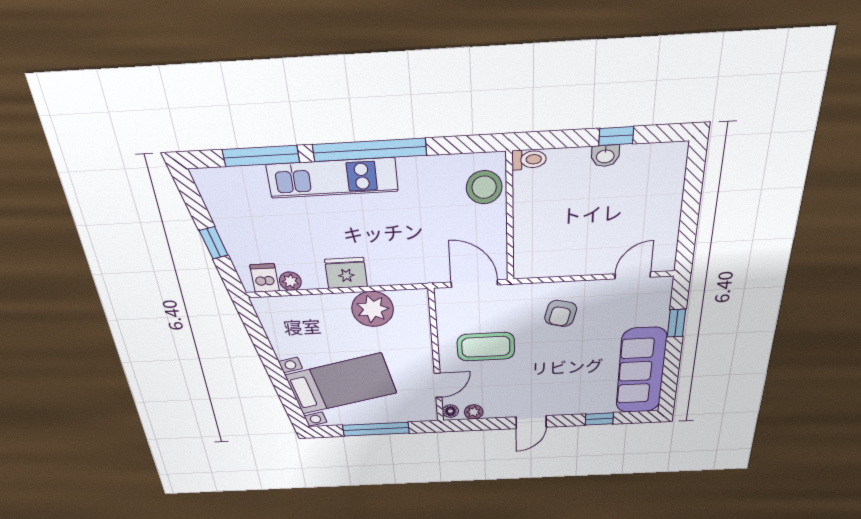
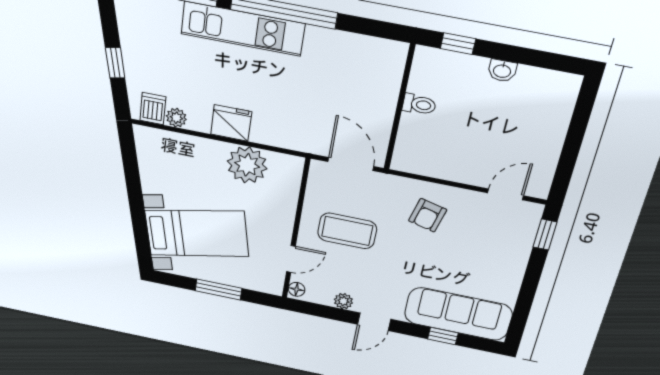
window: (616, 136) -> (458, 44), moved
toilet: (529, 160) -> (419, 104), moved
stool: (484, 187) -> (382, 72), removed
window: (676, 323) -> (545, 235), moved
sofa: (641, 371) -> (458, 314), moved, turned 90
plant: (474, 412) -> (343, 301), moved
window: (376, 429) -> (218, 290), width x0.69

